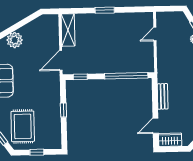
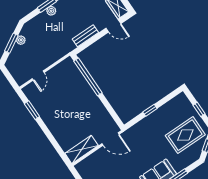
window: (105, 10) -> (32, 110), moved
door: (155, 34) -> (38, 76), hinge flipped
window: (80, 77) -> (113, 114), removed

